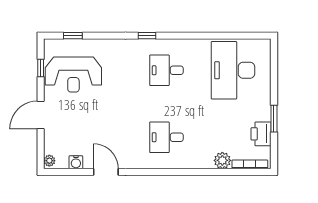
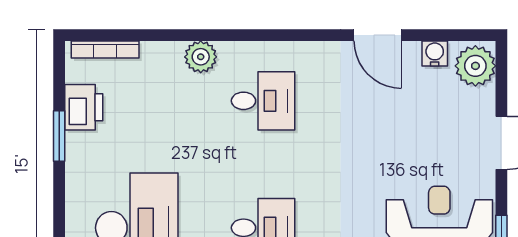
plant: (222, 160) -> (201, 57), moved
plant: (49, 161) -> (475, 66), width x1.88, depth x1.88

